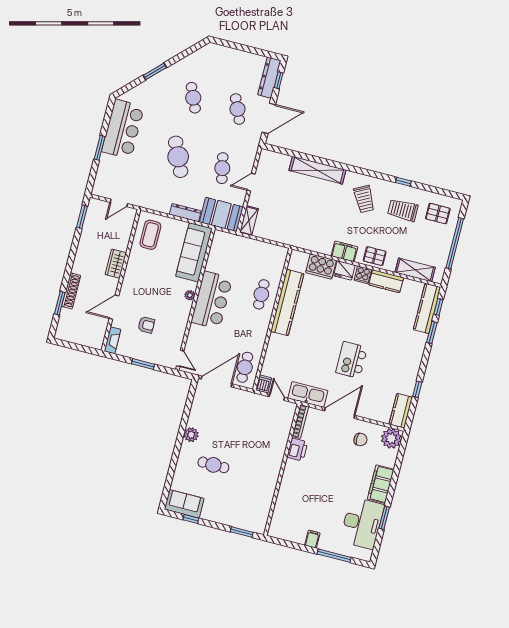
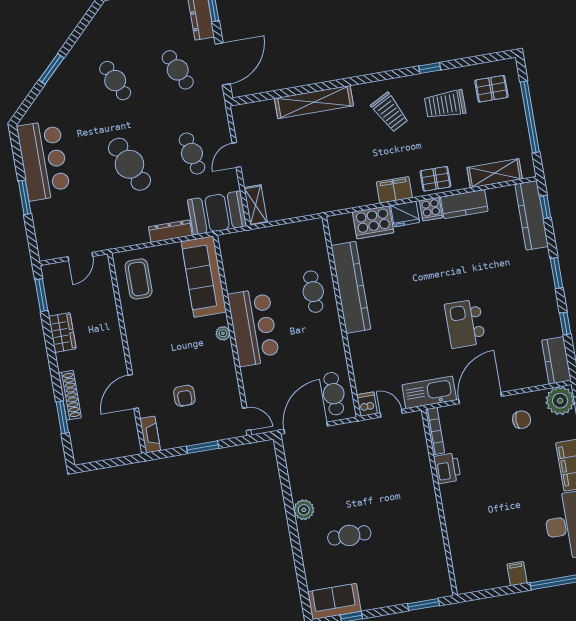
wardrobe: (116, 264) -> (62, 332), moved, turned 180
armchair: (146, 325) -> (184, 396), turned 90
window: (432, 332) -> (557, 273), moved

